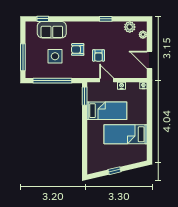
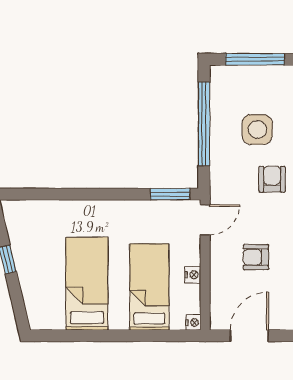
armchair: (98, 55) -> (256, 257), moved
door: (107, 80) -> (205, 220), moved
bed: (107, 111) -> (149, 287), moved, turned 180

